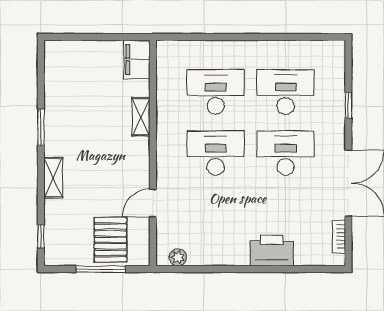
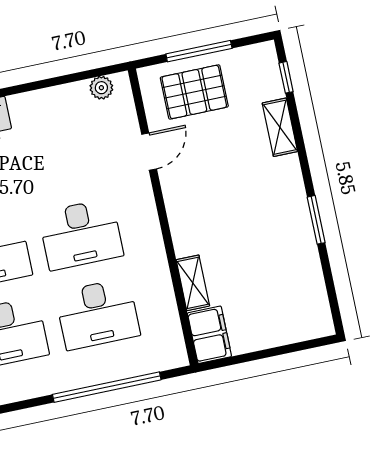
window: (220, 37) -> (107, 387), added
shelving: (141, 117) -> (193, 283), moved
shelving: (53, 178) -> (280, 127), moved
pallet: (110, 240) -> (194, 92), turned 90

